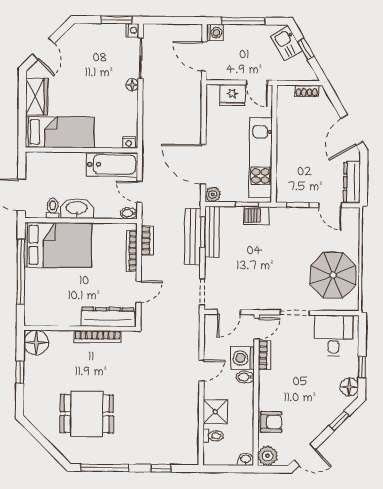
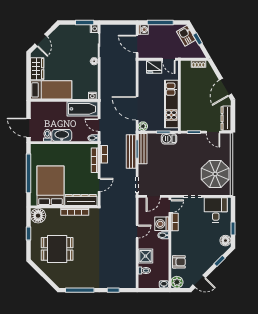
bed: (58, 245) -> (50, 186), moved, turned -90
dining table: (87, 414) -> (57, 249), moved

